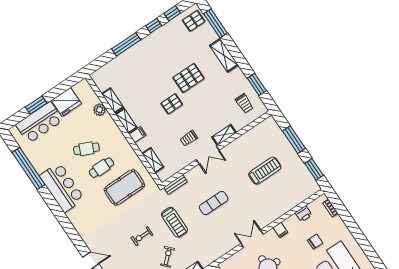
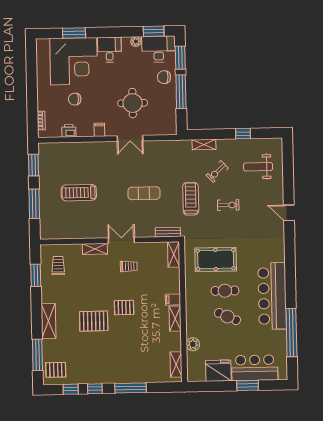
shelving: (113, 100) -> (176, 365), moved
shelving: (153, 160) -> (174, 254), moved
bar counter: (62, 187) -> (272, 296), width x1.36

